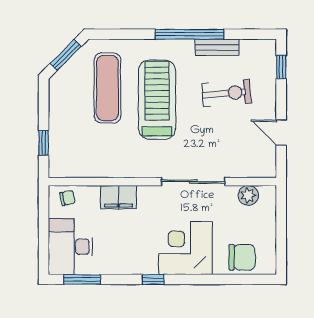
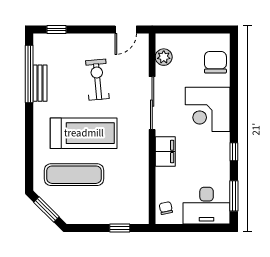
window: (189, 34) -> (29, 74), moved
exercise bike: (227, 93) -> (97, 80), moved
treadmill: (157, 100) -> (84, 133), turned 180
door: (281, 133) -> (126, 30), moved
filing cabinet: (118, 197) -> (165, 151), moved
window: (153, 279) -> (234, 152), moved

